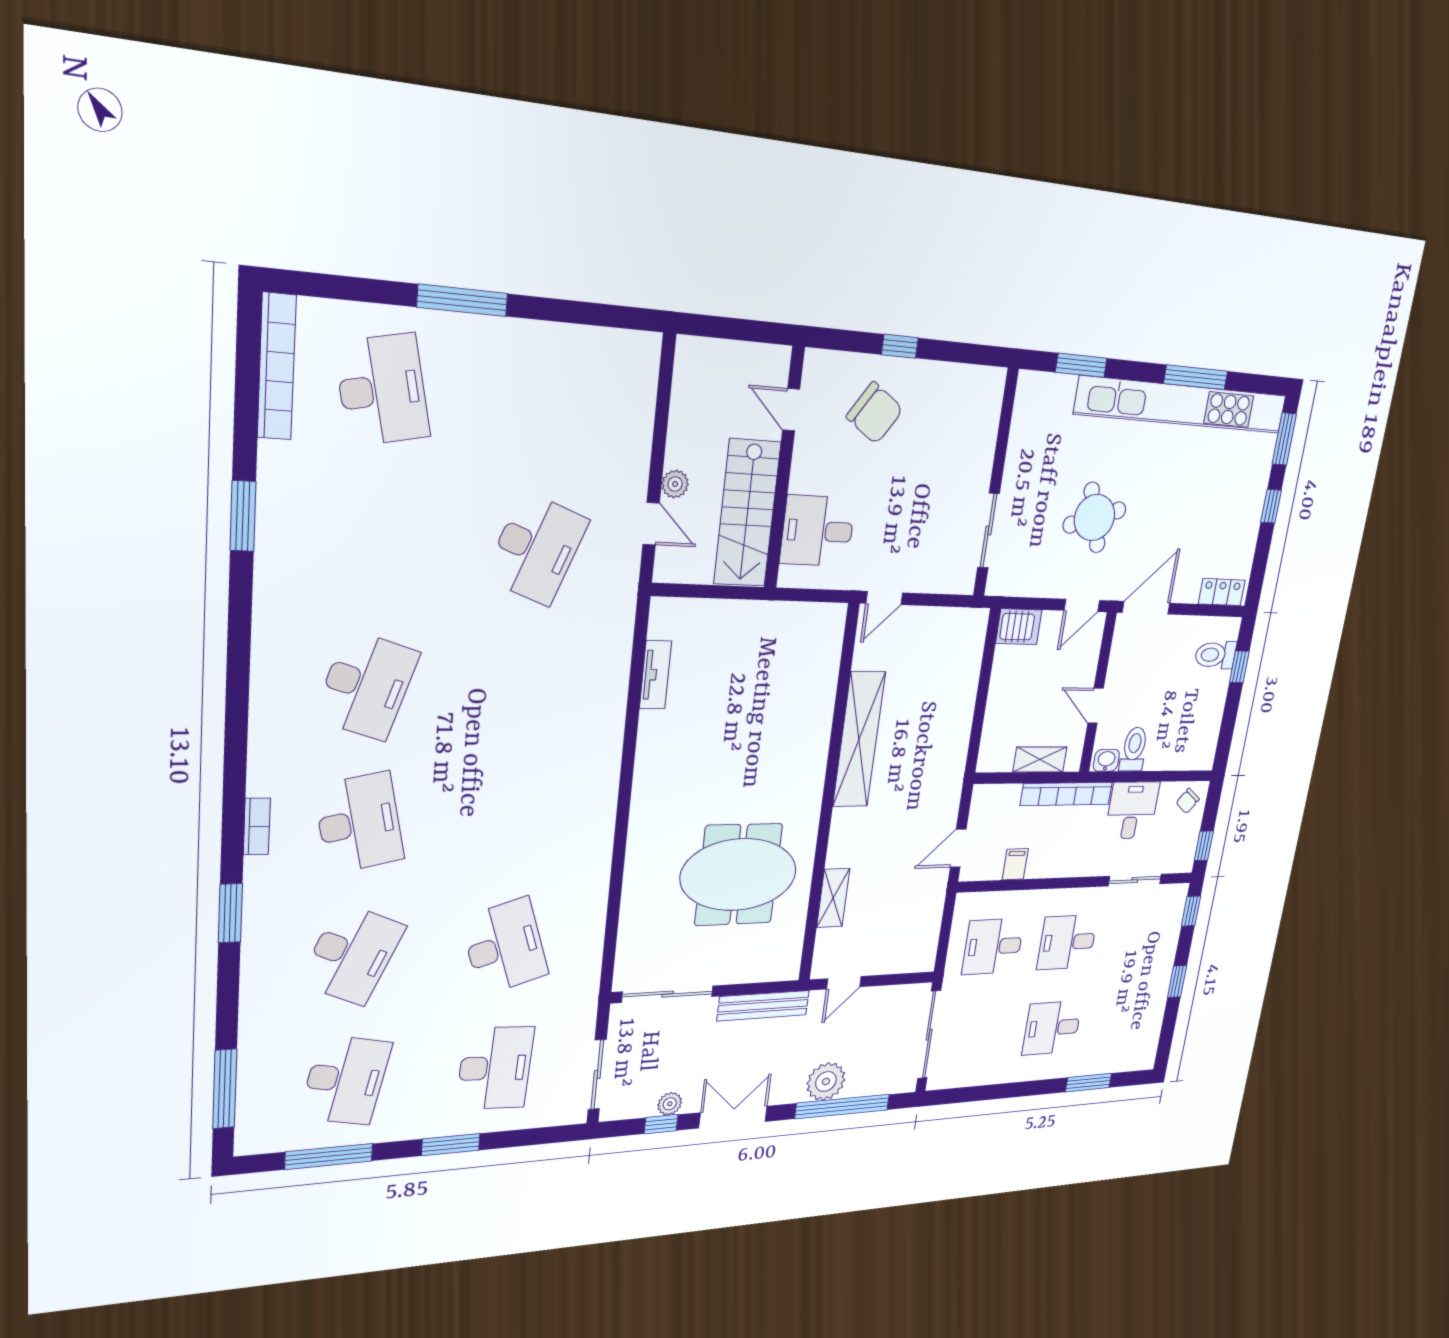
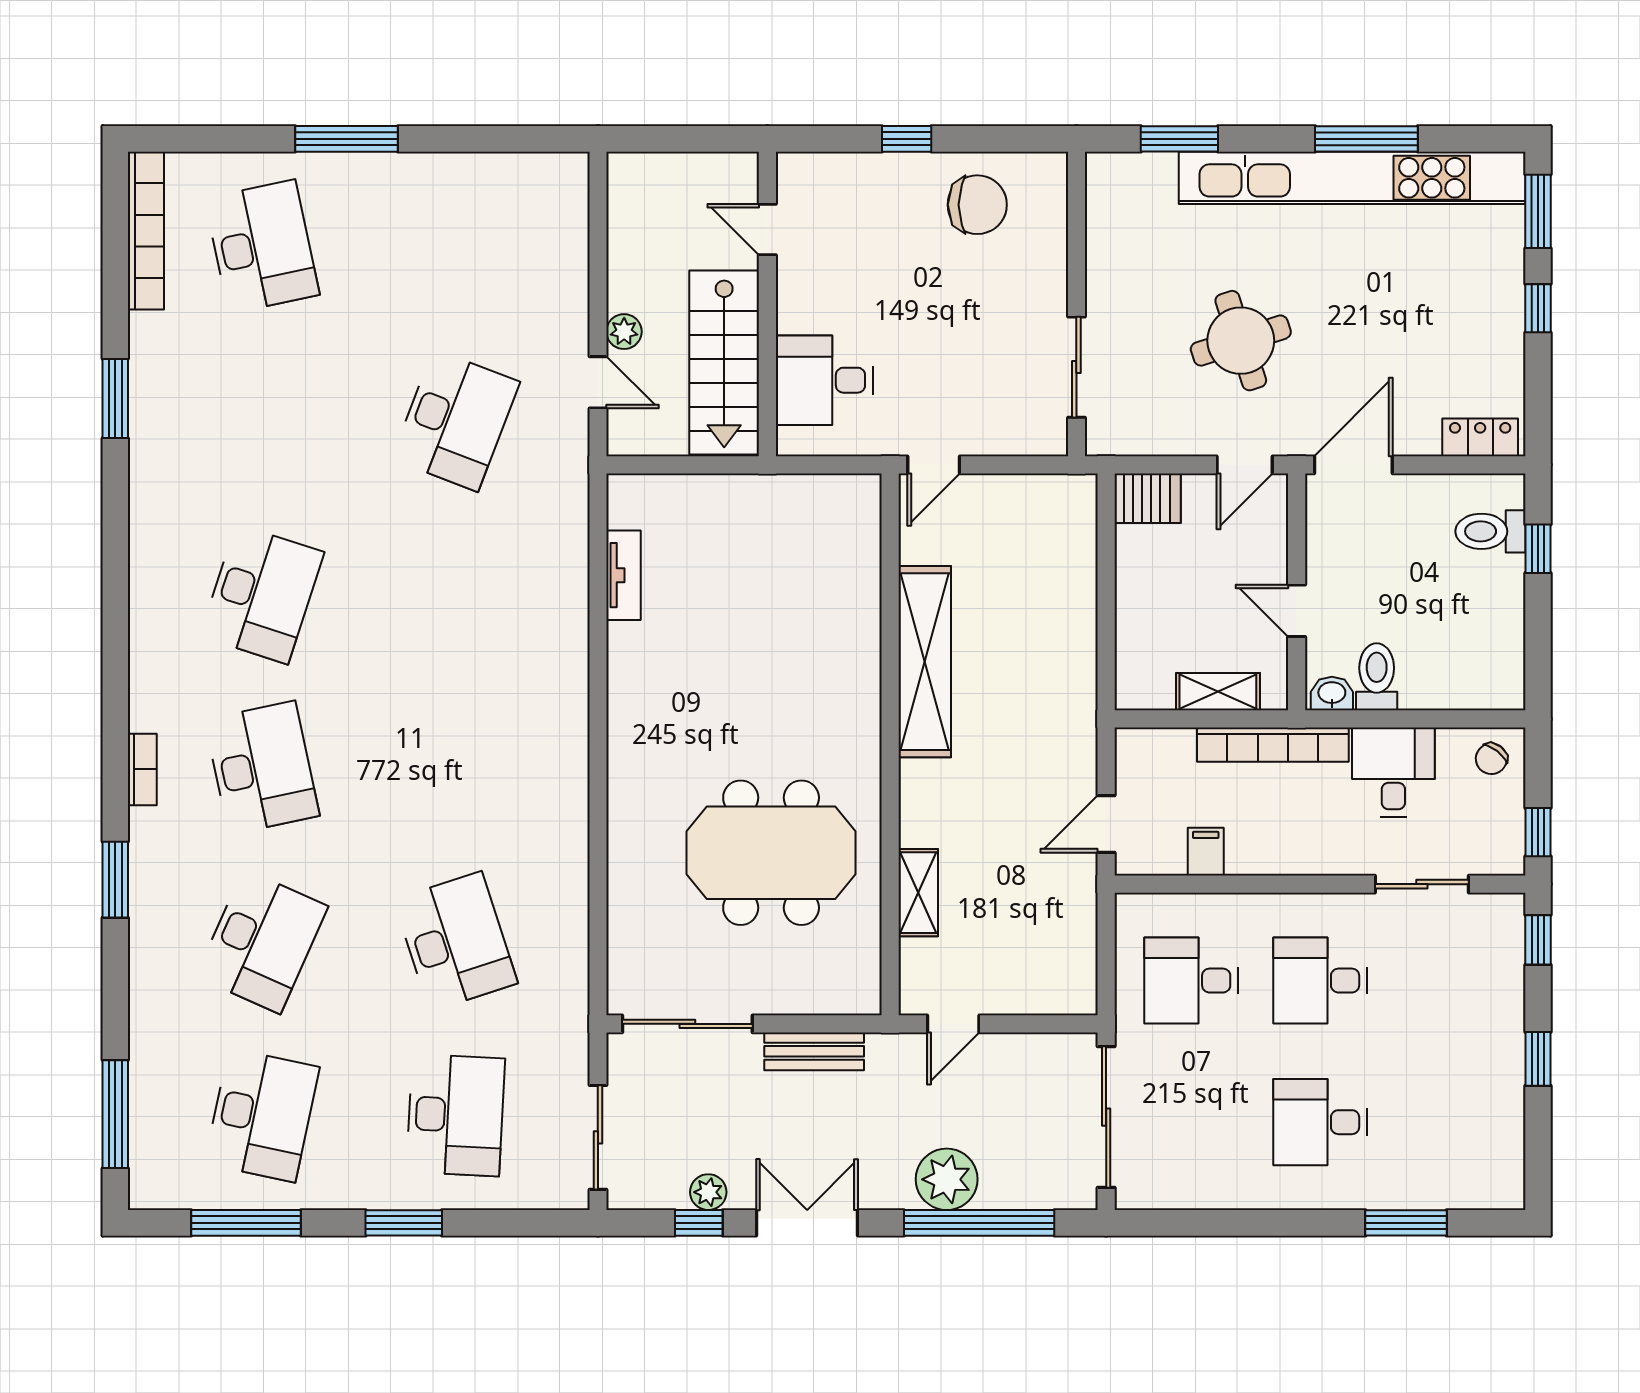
chair: (875, 413) -> (977, 205), moved, turned -34
bench: (763, 1006) -> (814, 1051), width x0.73

